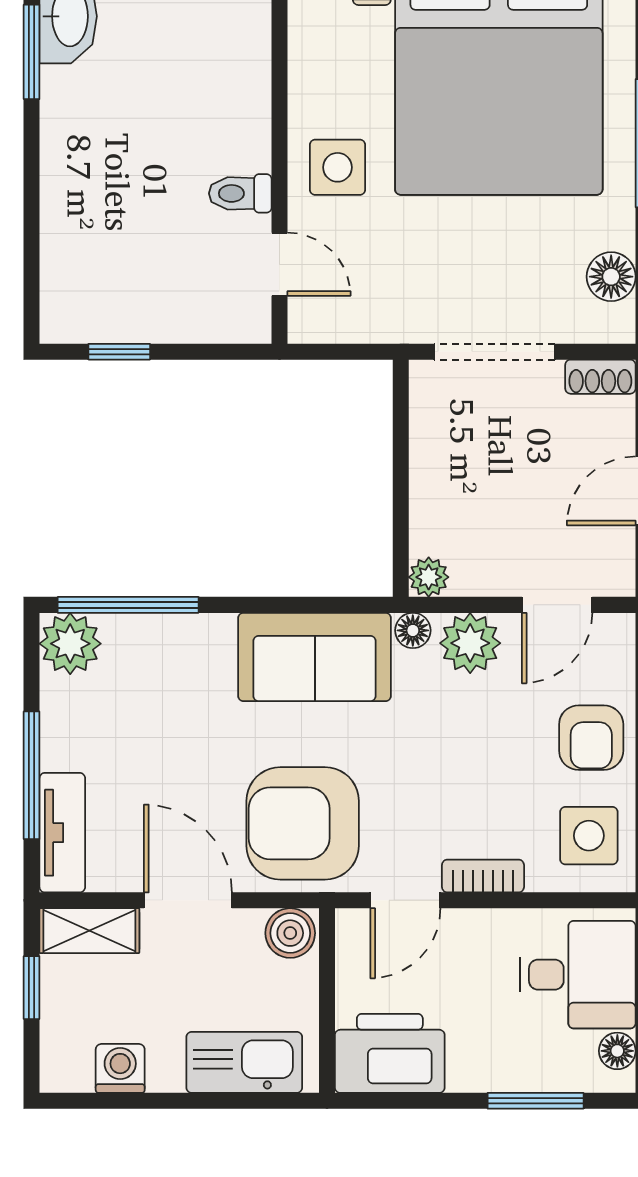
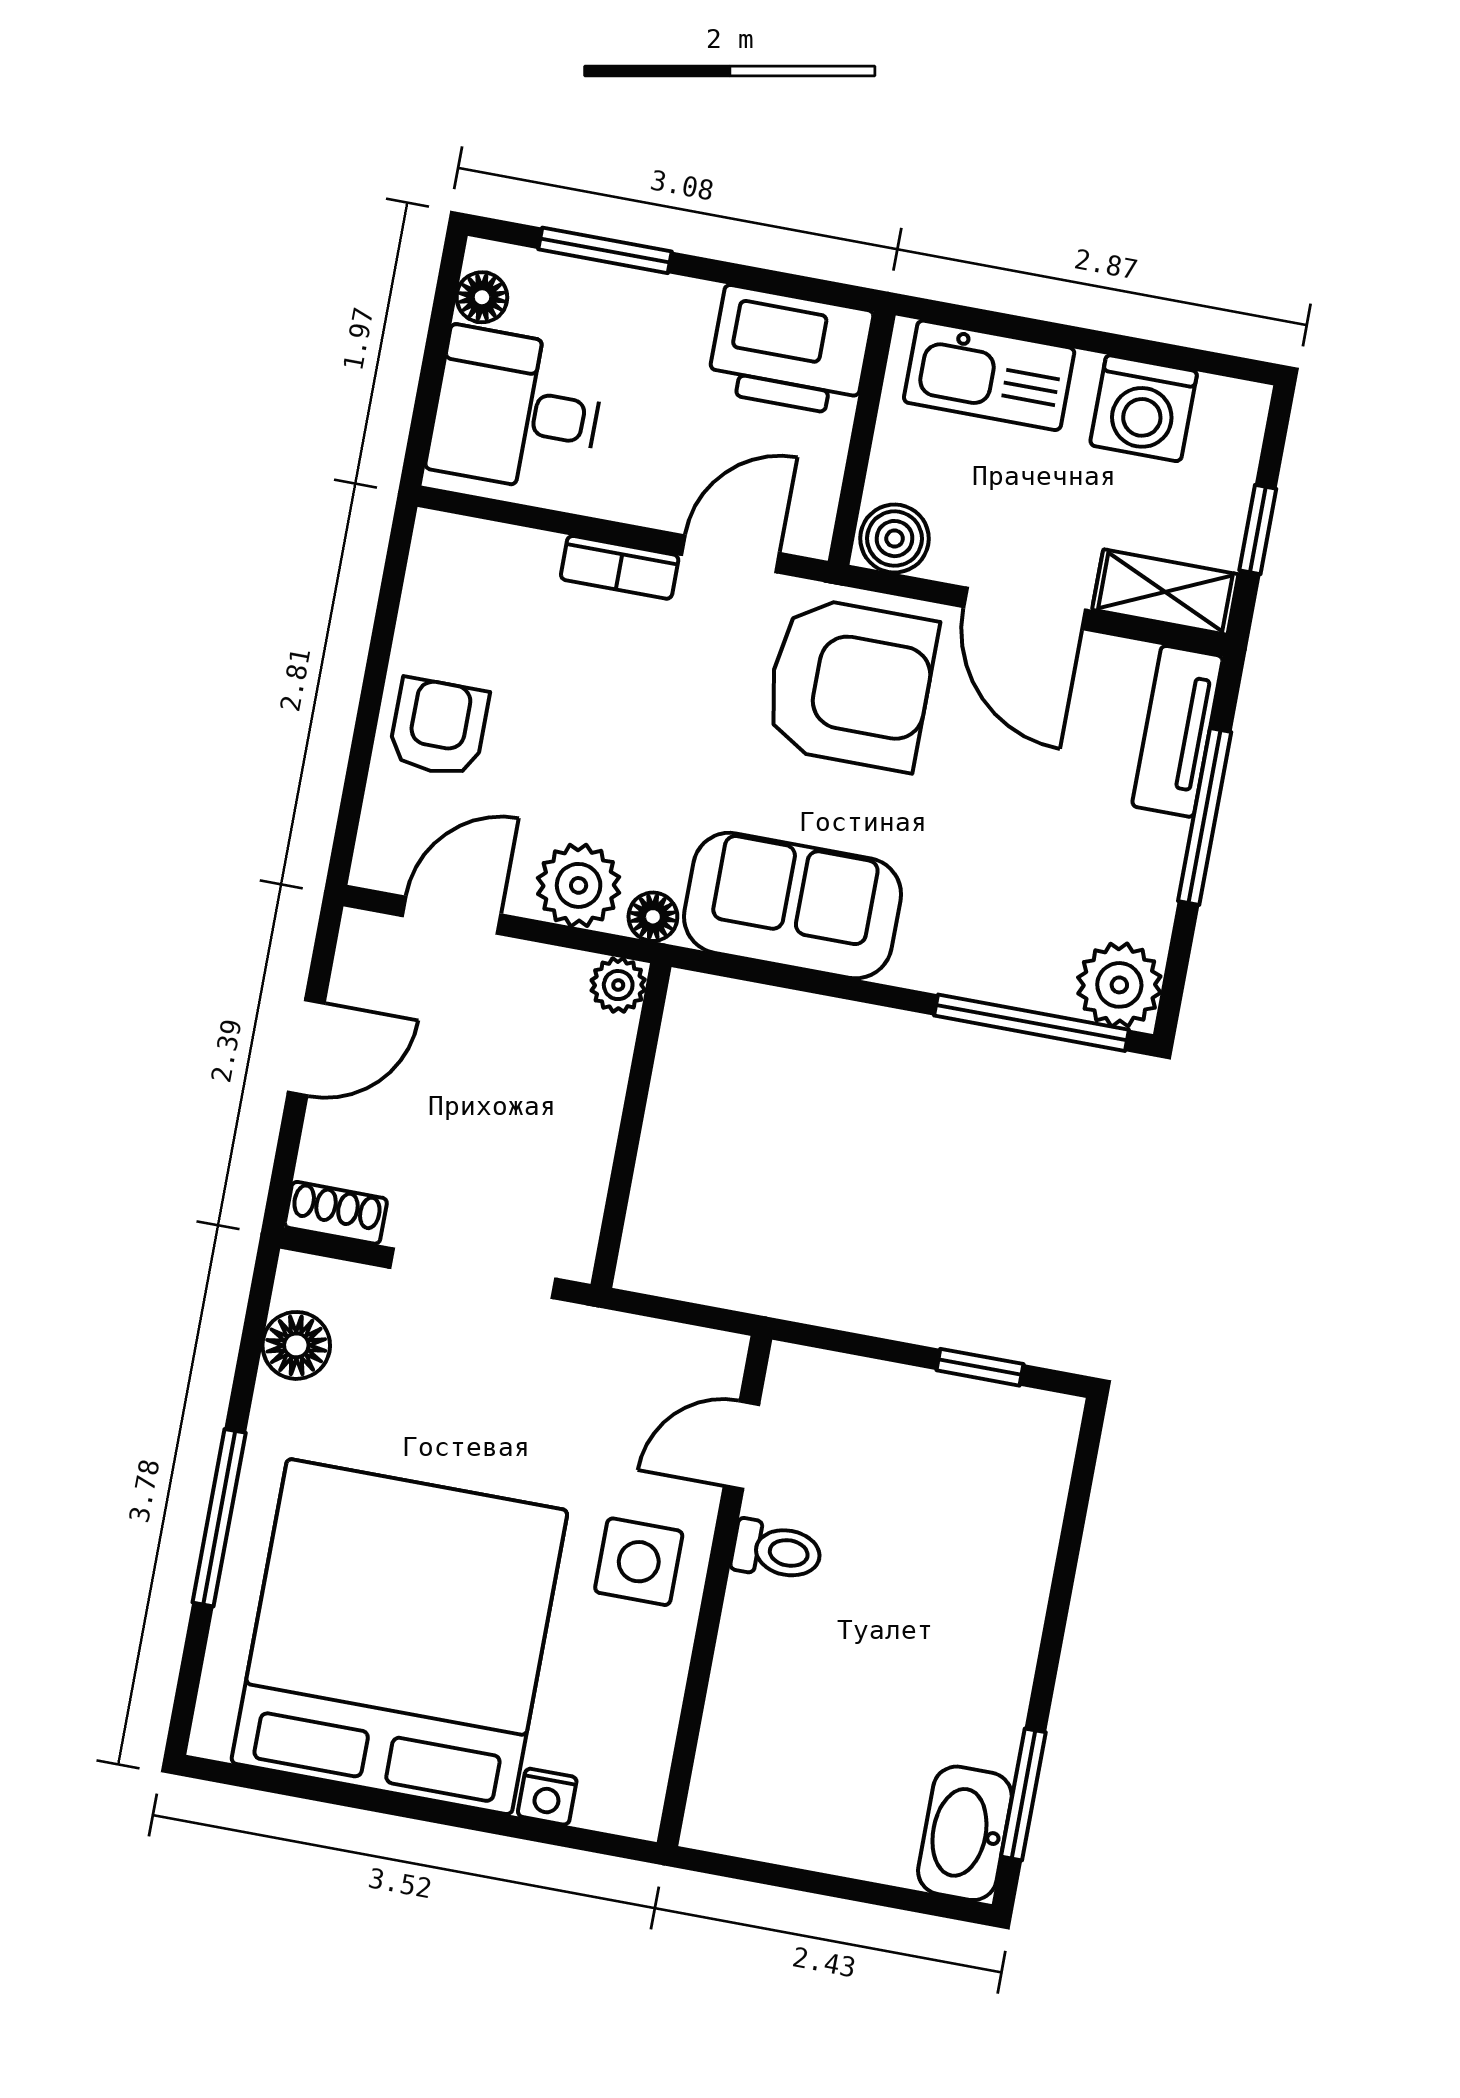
door: (279, 264) -> (741, 1445), hinge flipped
side table: (589, 836) -> (466, 595), removed
washing machine: (120, 1068) -> (1143, 408), width x1.38, depth x1.38

